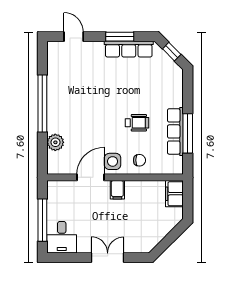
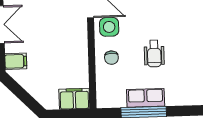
row of seats: (175, 131) -> (146, 98), width x0.68
filing cabinet: (117, 190) -> (16, 61), moved, turned 180

